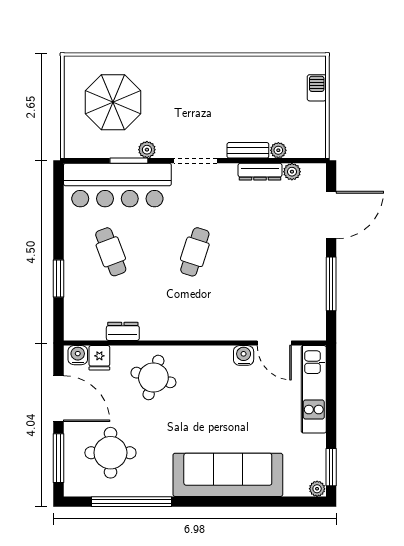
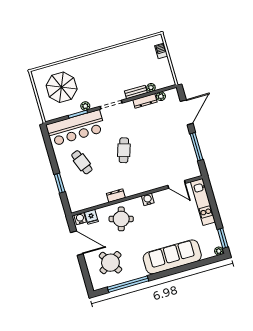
dresser: (123, 331) -> (116, 196), moved
water cooler: (244, 355) -> (148, 199), moved
round table: (110, 453) -> (110, 263), turned -32
window: (58, 458) -> (85, 273), removed

